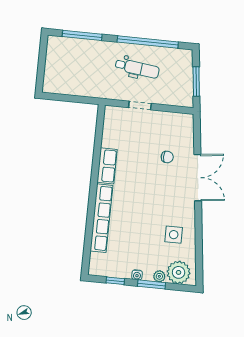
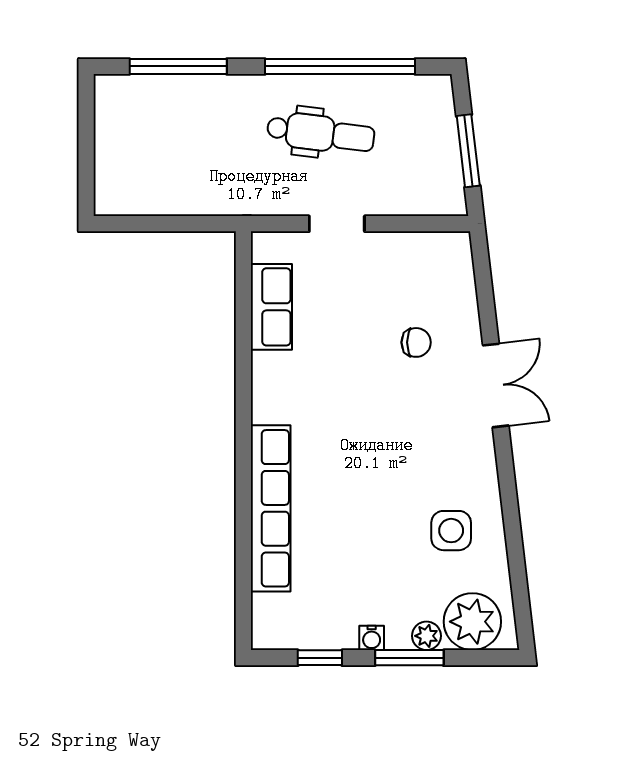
row of seats: (107, 166) -> (271, 307), moved
double door: (198, 178) -> (496, 385), width x0.73

